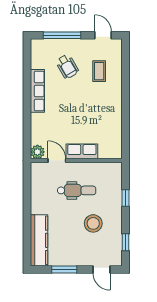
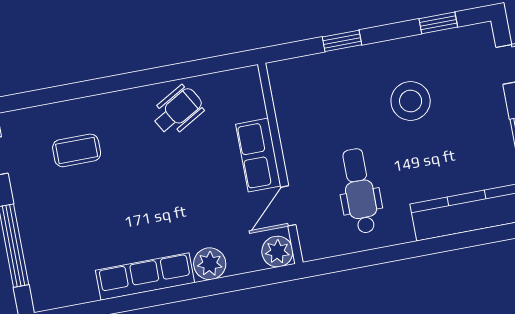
wheelchair: (67, 66) -> (178, 111), moved
plant: (38, 121) -> (210, 264), added
dental chair: (77, 190) -> (360, 191), moved

